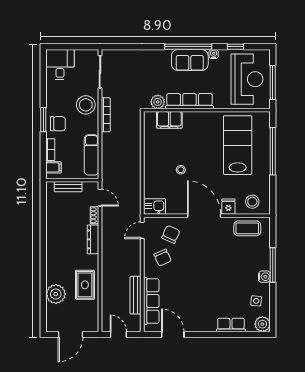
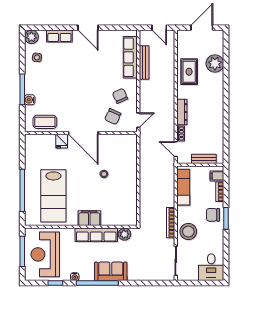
sofa: (190, 60) -> (111, 271), moved
filing cabinet: (169, 120) -> (89, 218), moved
stool: (252, 202) -> (40, 146), removed
kitchen sink: (154, 206) -> (127, 141), removed
water cooler: (264, 277) -> (30, 100), moved
door: (173, 334) -> (88, 28), moved

